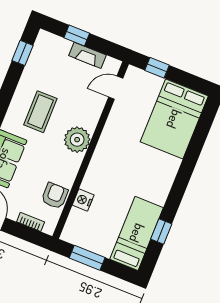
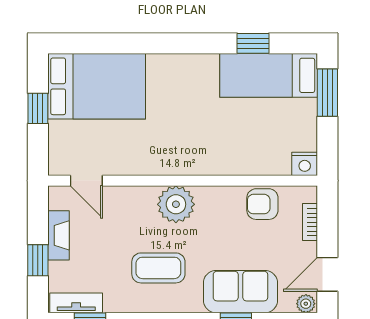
tv unit: (39, 49) -> (76, 303), added
window: (157, 68) -> (38, 108), moved
nightstand: (83, 200) -> (305, 164), moved
window: (87, 258) -> (327, 93), moved

